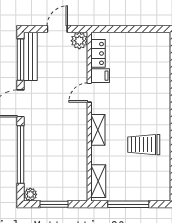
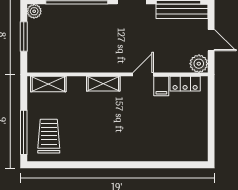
door: (89, 93) -> (143, 74), hinge flipped
trolley: (144, 145) -> (49, 136), moved
window: (128, 204) -> (24, 132), moved

